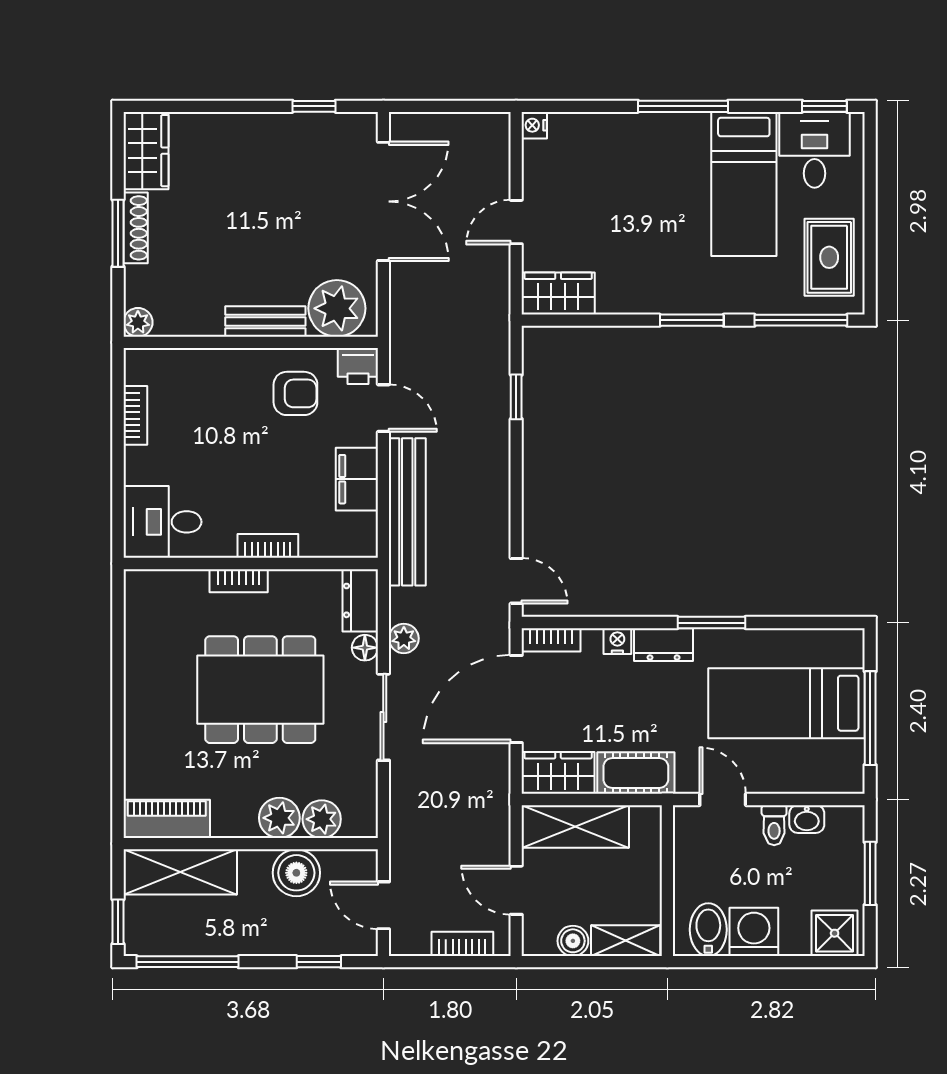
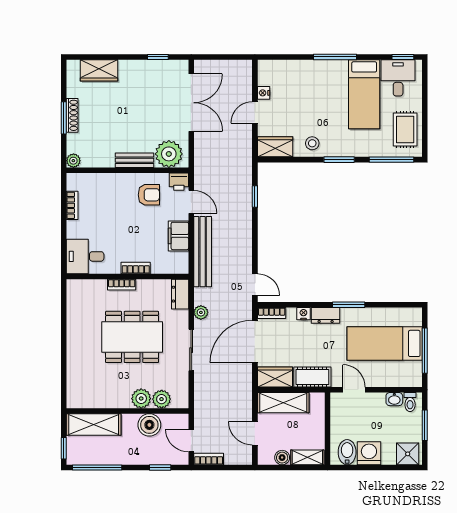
nightstand: (534, 125) -> (264, 93), moved
wardrobe: (146, 151) -> (99, 70), moved, turned 90
stool: (636, 286) -> (312, 143), added
floor lamp: (365, 648) -> (182, 317), removed
piano: (167, 819) -> (87, 399), removed
toilet: (774, 825) -> (410, 402), moved
bookcase: (462, 944) -> (209, 459), moved

